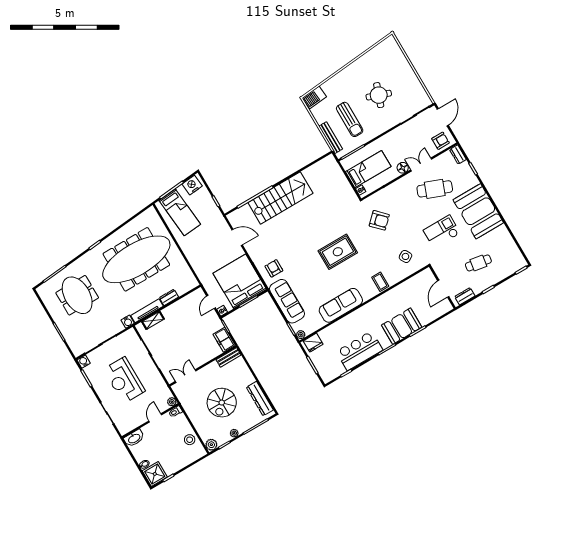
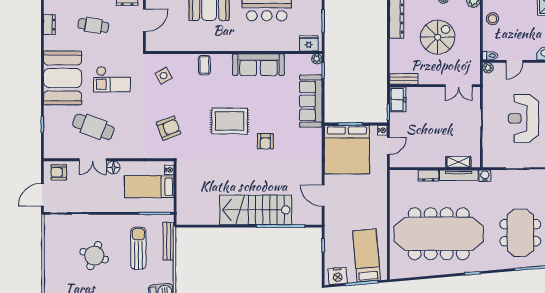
dresser: (458, 155) -> (49, 25), moved
armchair: (379, 220) -> (169, 128), turned 113
armchair: (274, 268) -> (265, 141), moved
reception desk: (124, 380) -> (523, 118), turned 180

